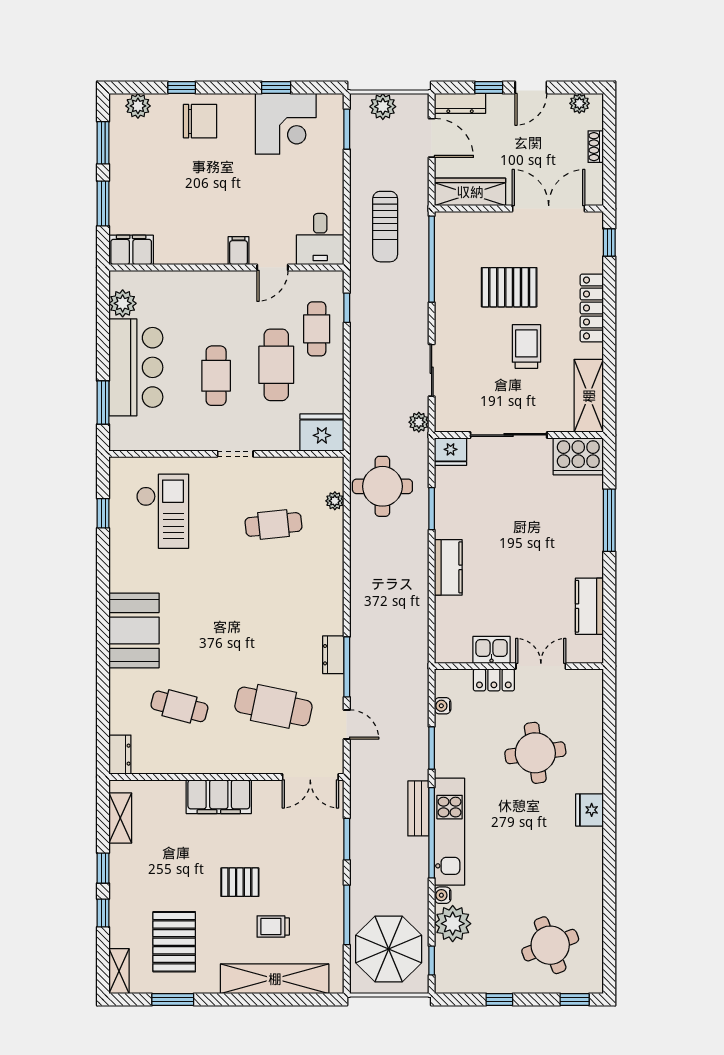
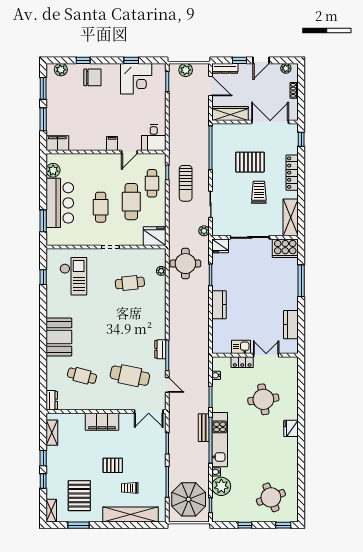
sun lounger: (385, 227) -> (186, 183), moved

